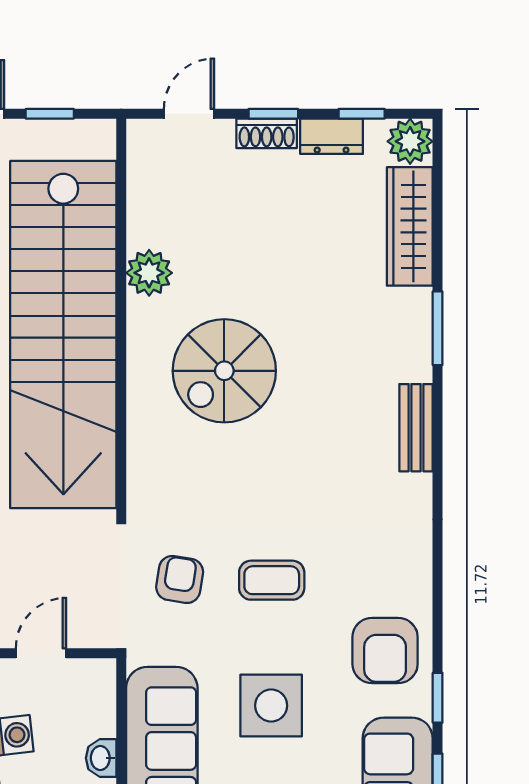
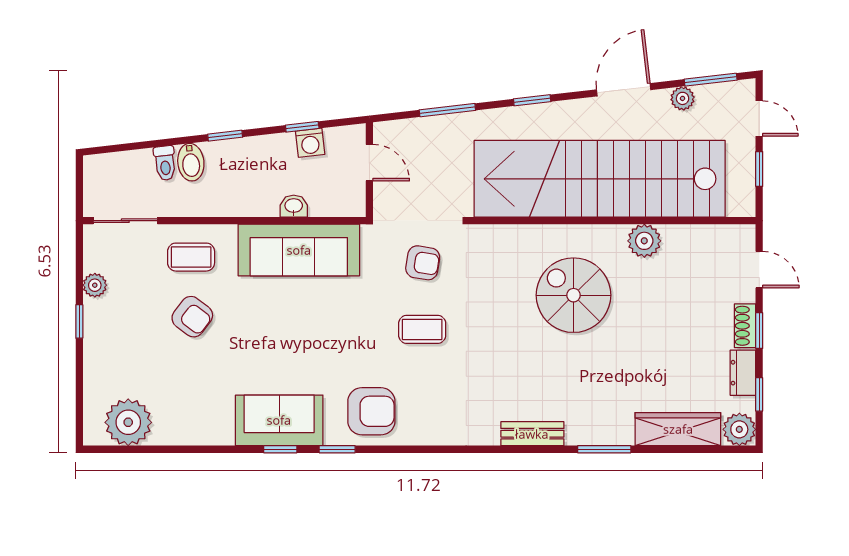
coffee table: (272, 580) -> (422, 329), turned 90
armchair: (385, 650) -> (371, 411), turned 180
side table: (271, 706) -> (332, 329), removed

